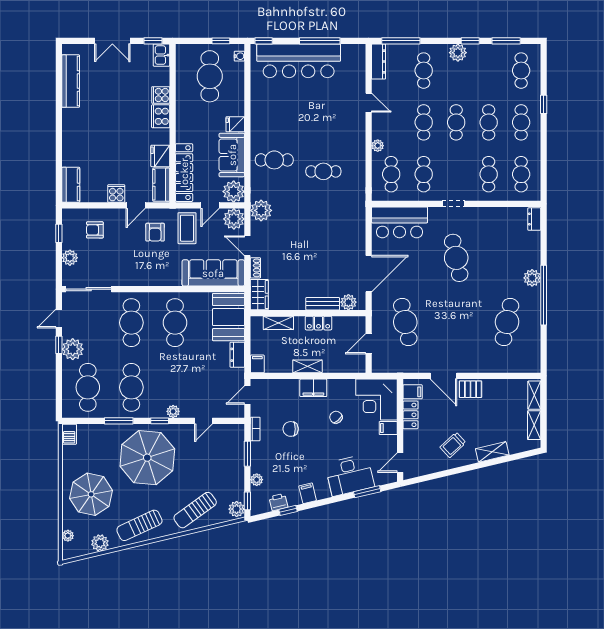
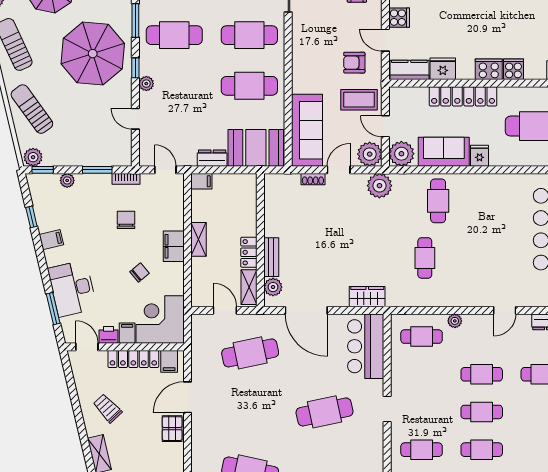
locker: (184, 173) -> (463, 96), moved
cafe table: (424, 174) -> (422, 374), removed
wardrobe: (259, 295) -> (367, 297), moved, turned 180
shelving: (278, 323) -> (249, 287), moved
locker: (410, 415) -> (133, 359), width x1.53
printer: (278, 502) -> (109, 335), moved, turned -77

